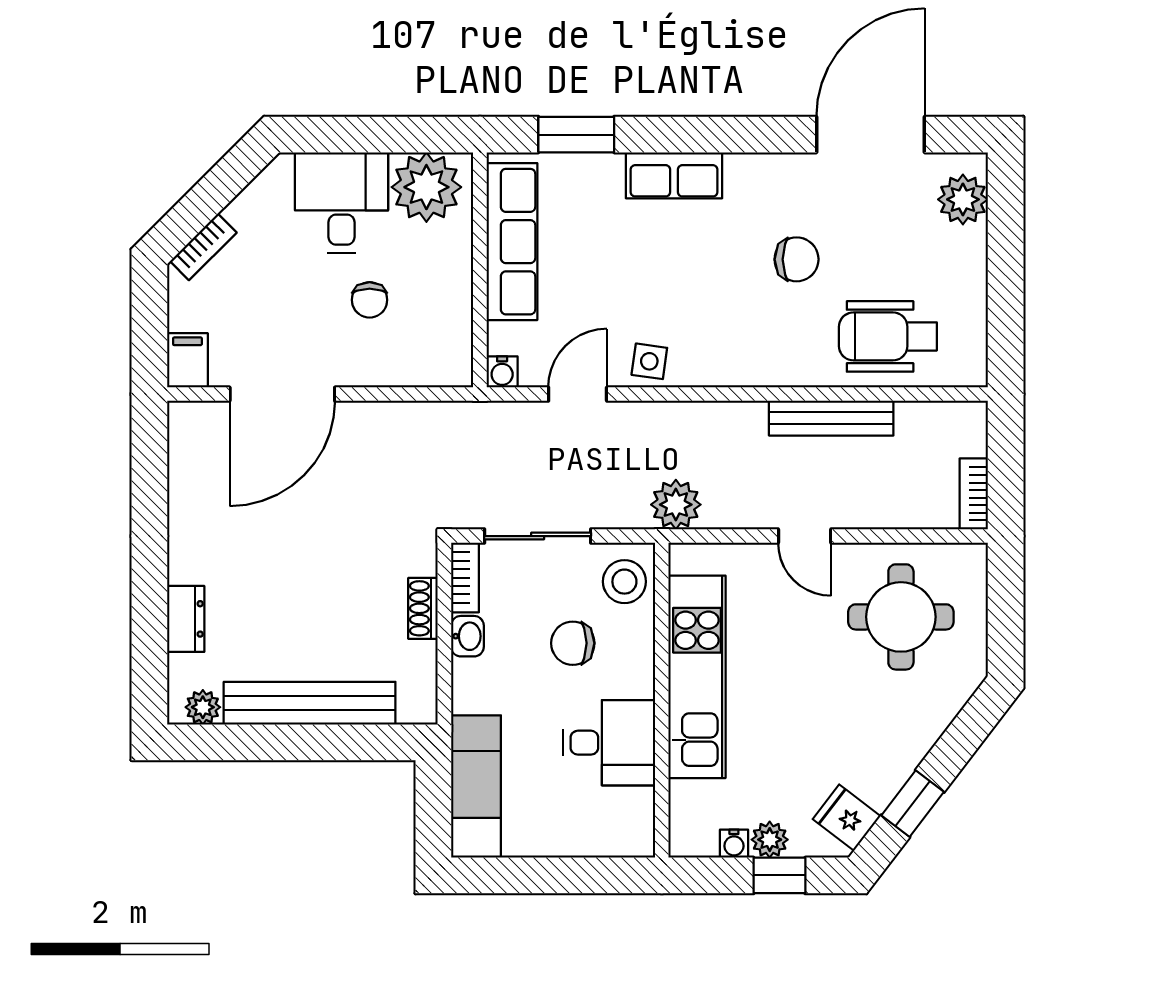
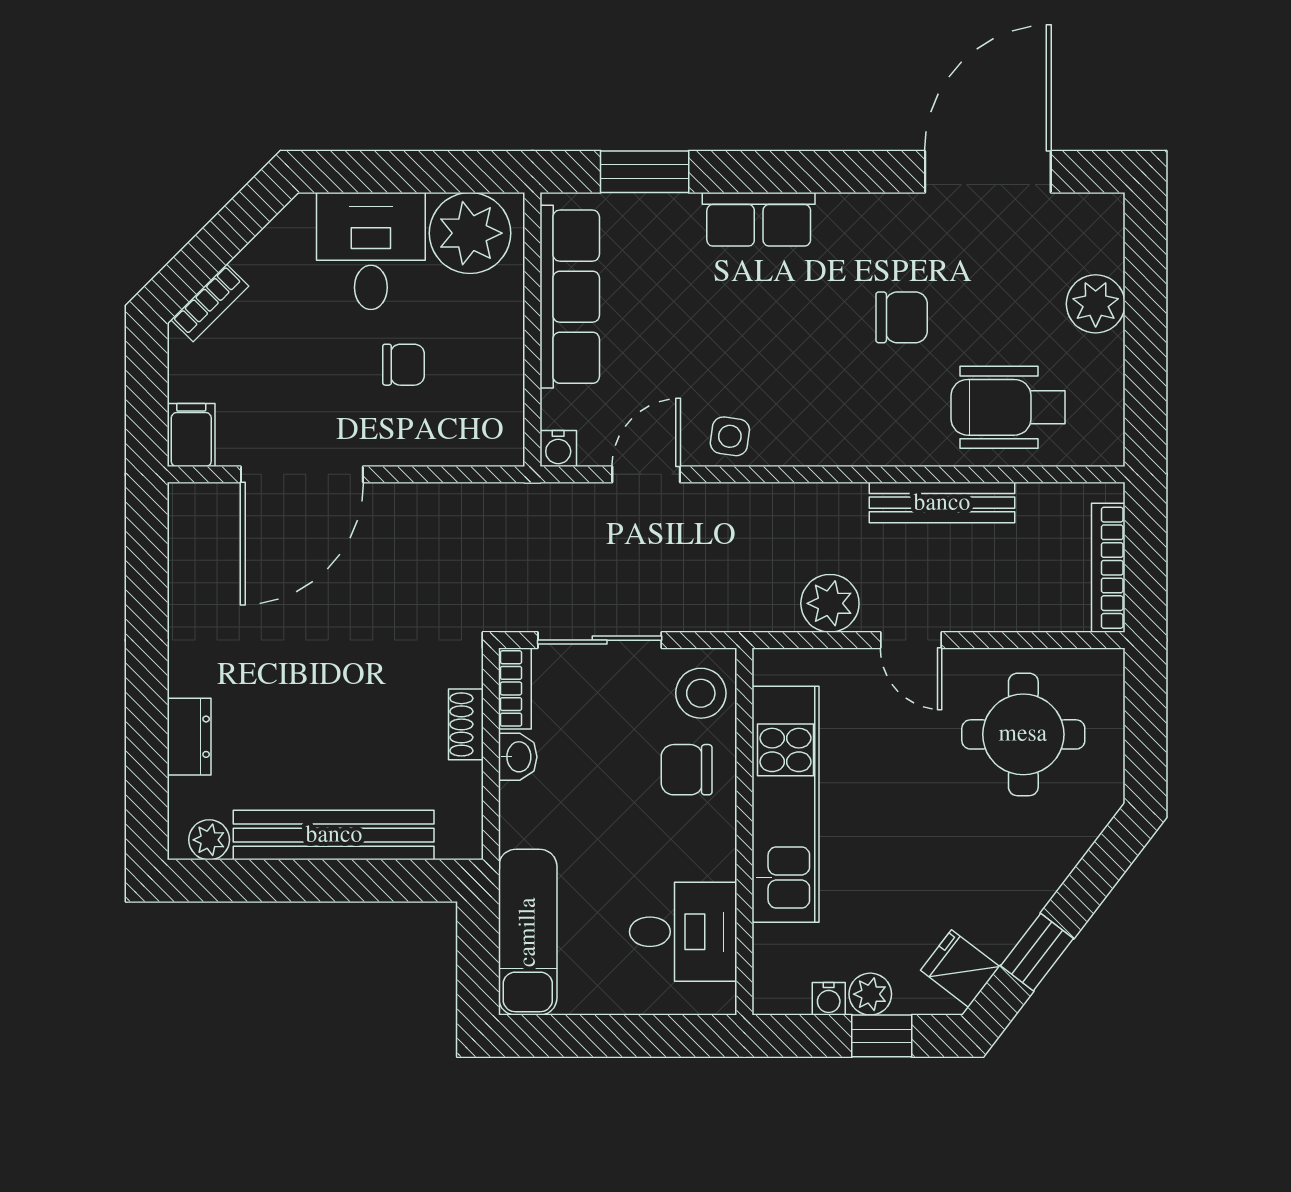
plant: (963, 199) -> (1096, 304), moved
chair: (370, 300) -> (404, 365), turned -90
bookcase: (974, 494) -> (1108, 568), width x1.56
plant: (676, 505) -> (830, 603), moved
chair: (573, 643) -> (687, 770), moved
desk: (609, 743) -> (683, 932), moved

